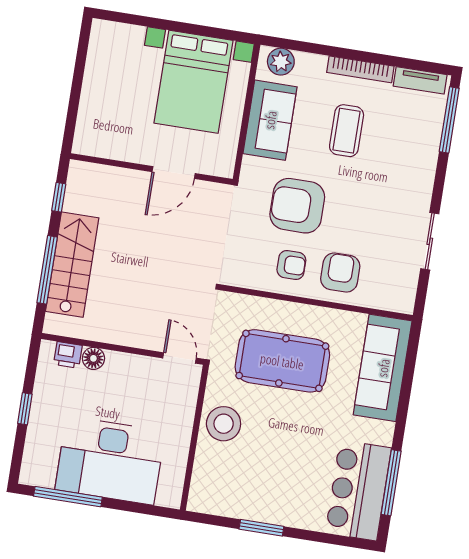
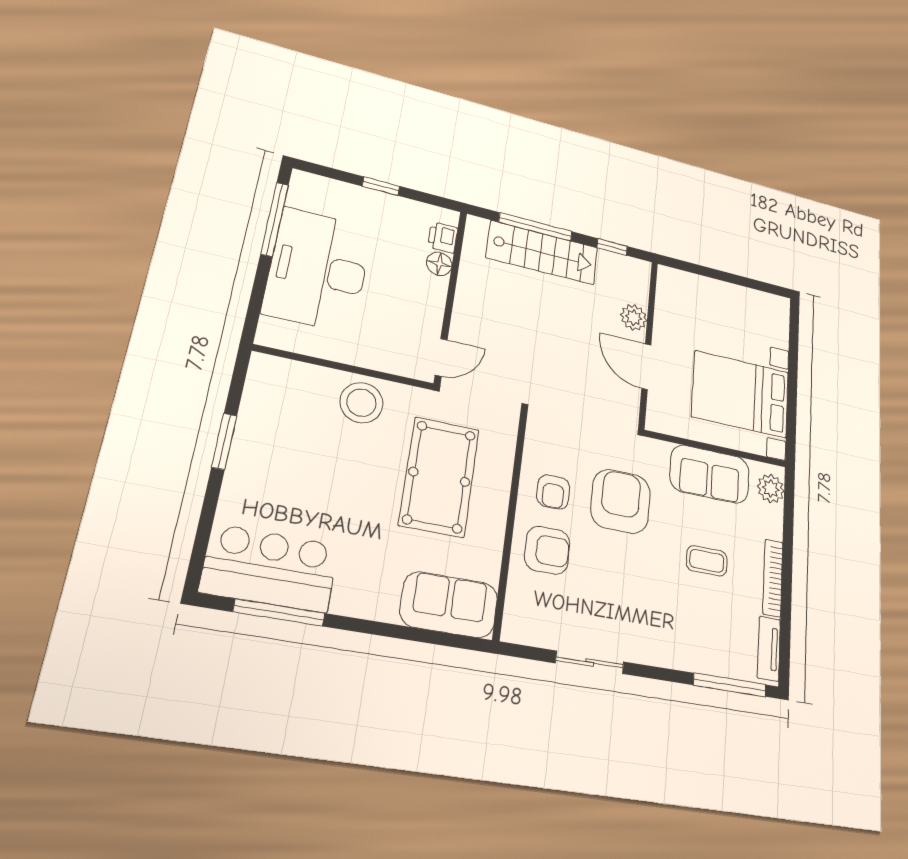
coffee table: (347, 131) -> (707, 561), width x0.73, depth x0.77
plant: (127, 181) -> (634, 317), added
sofa: (383, 368) -> (449, 605), width x0.73

